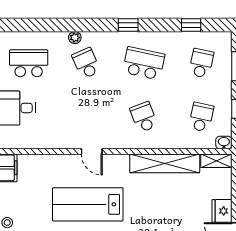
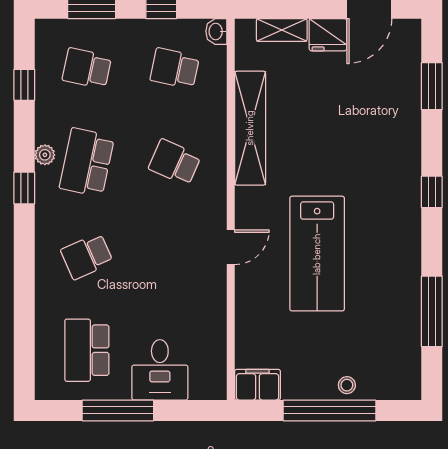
plant: (75, 38) -> (45, 155), moved
school desk: (144, 117) -> (175, 162), turned 45
shelving: (216, 161) -> (282, 30), moved, turned 90

